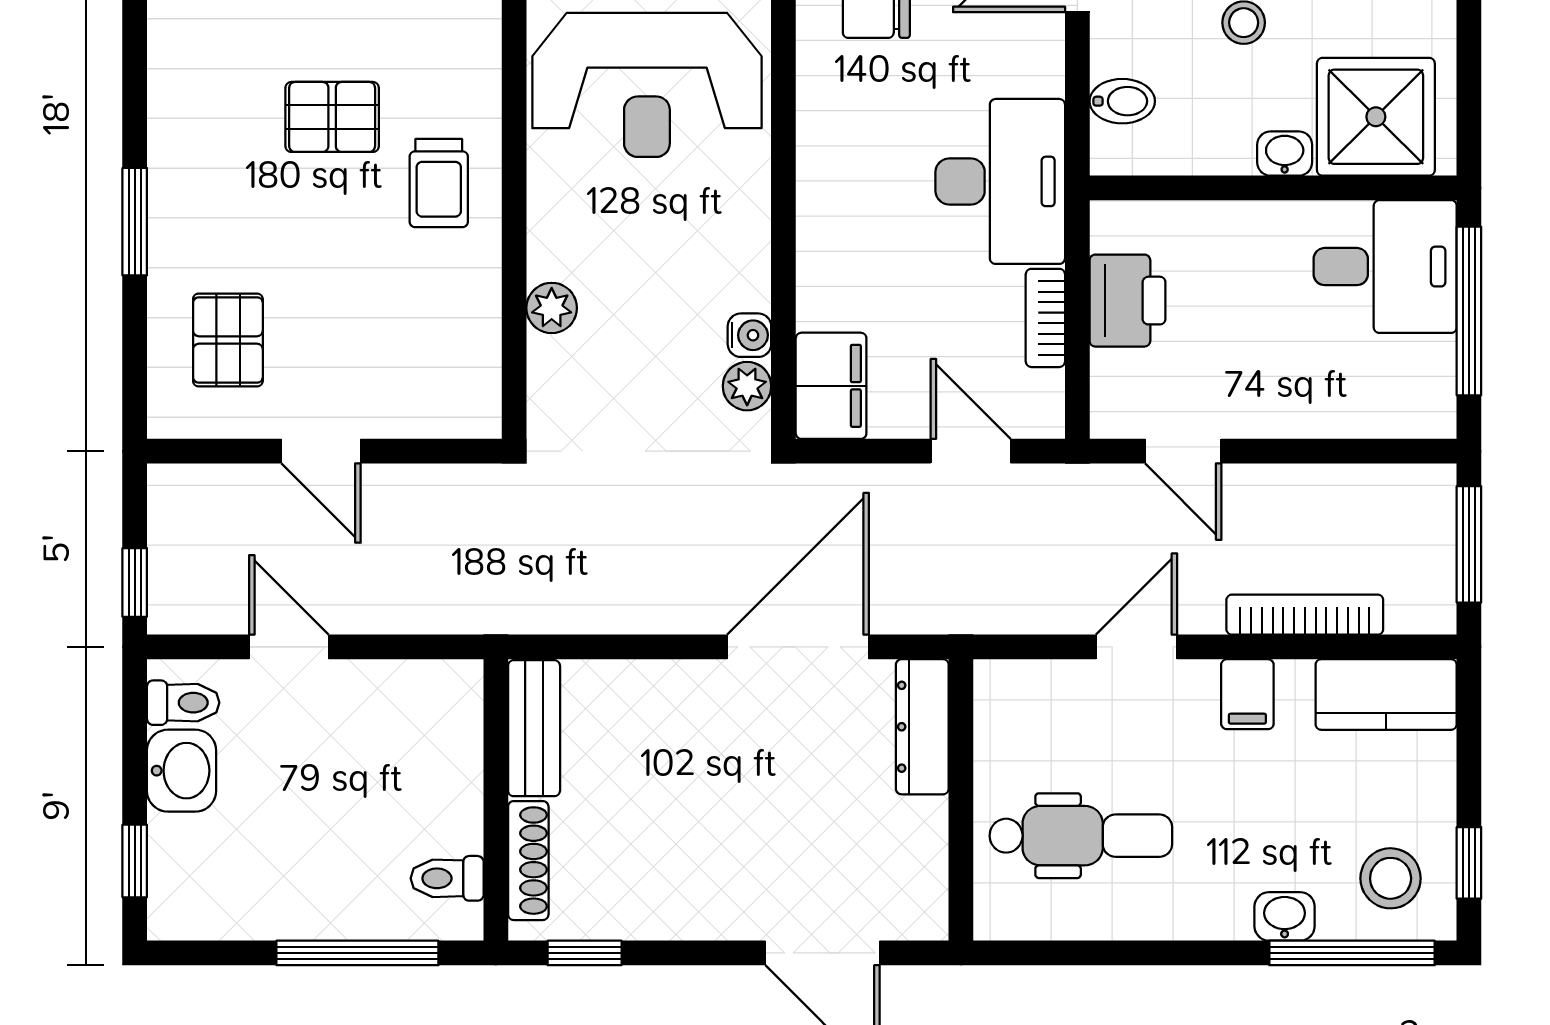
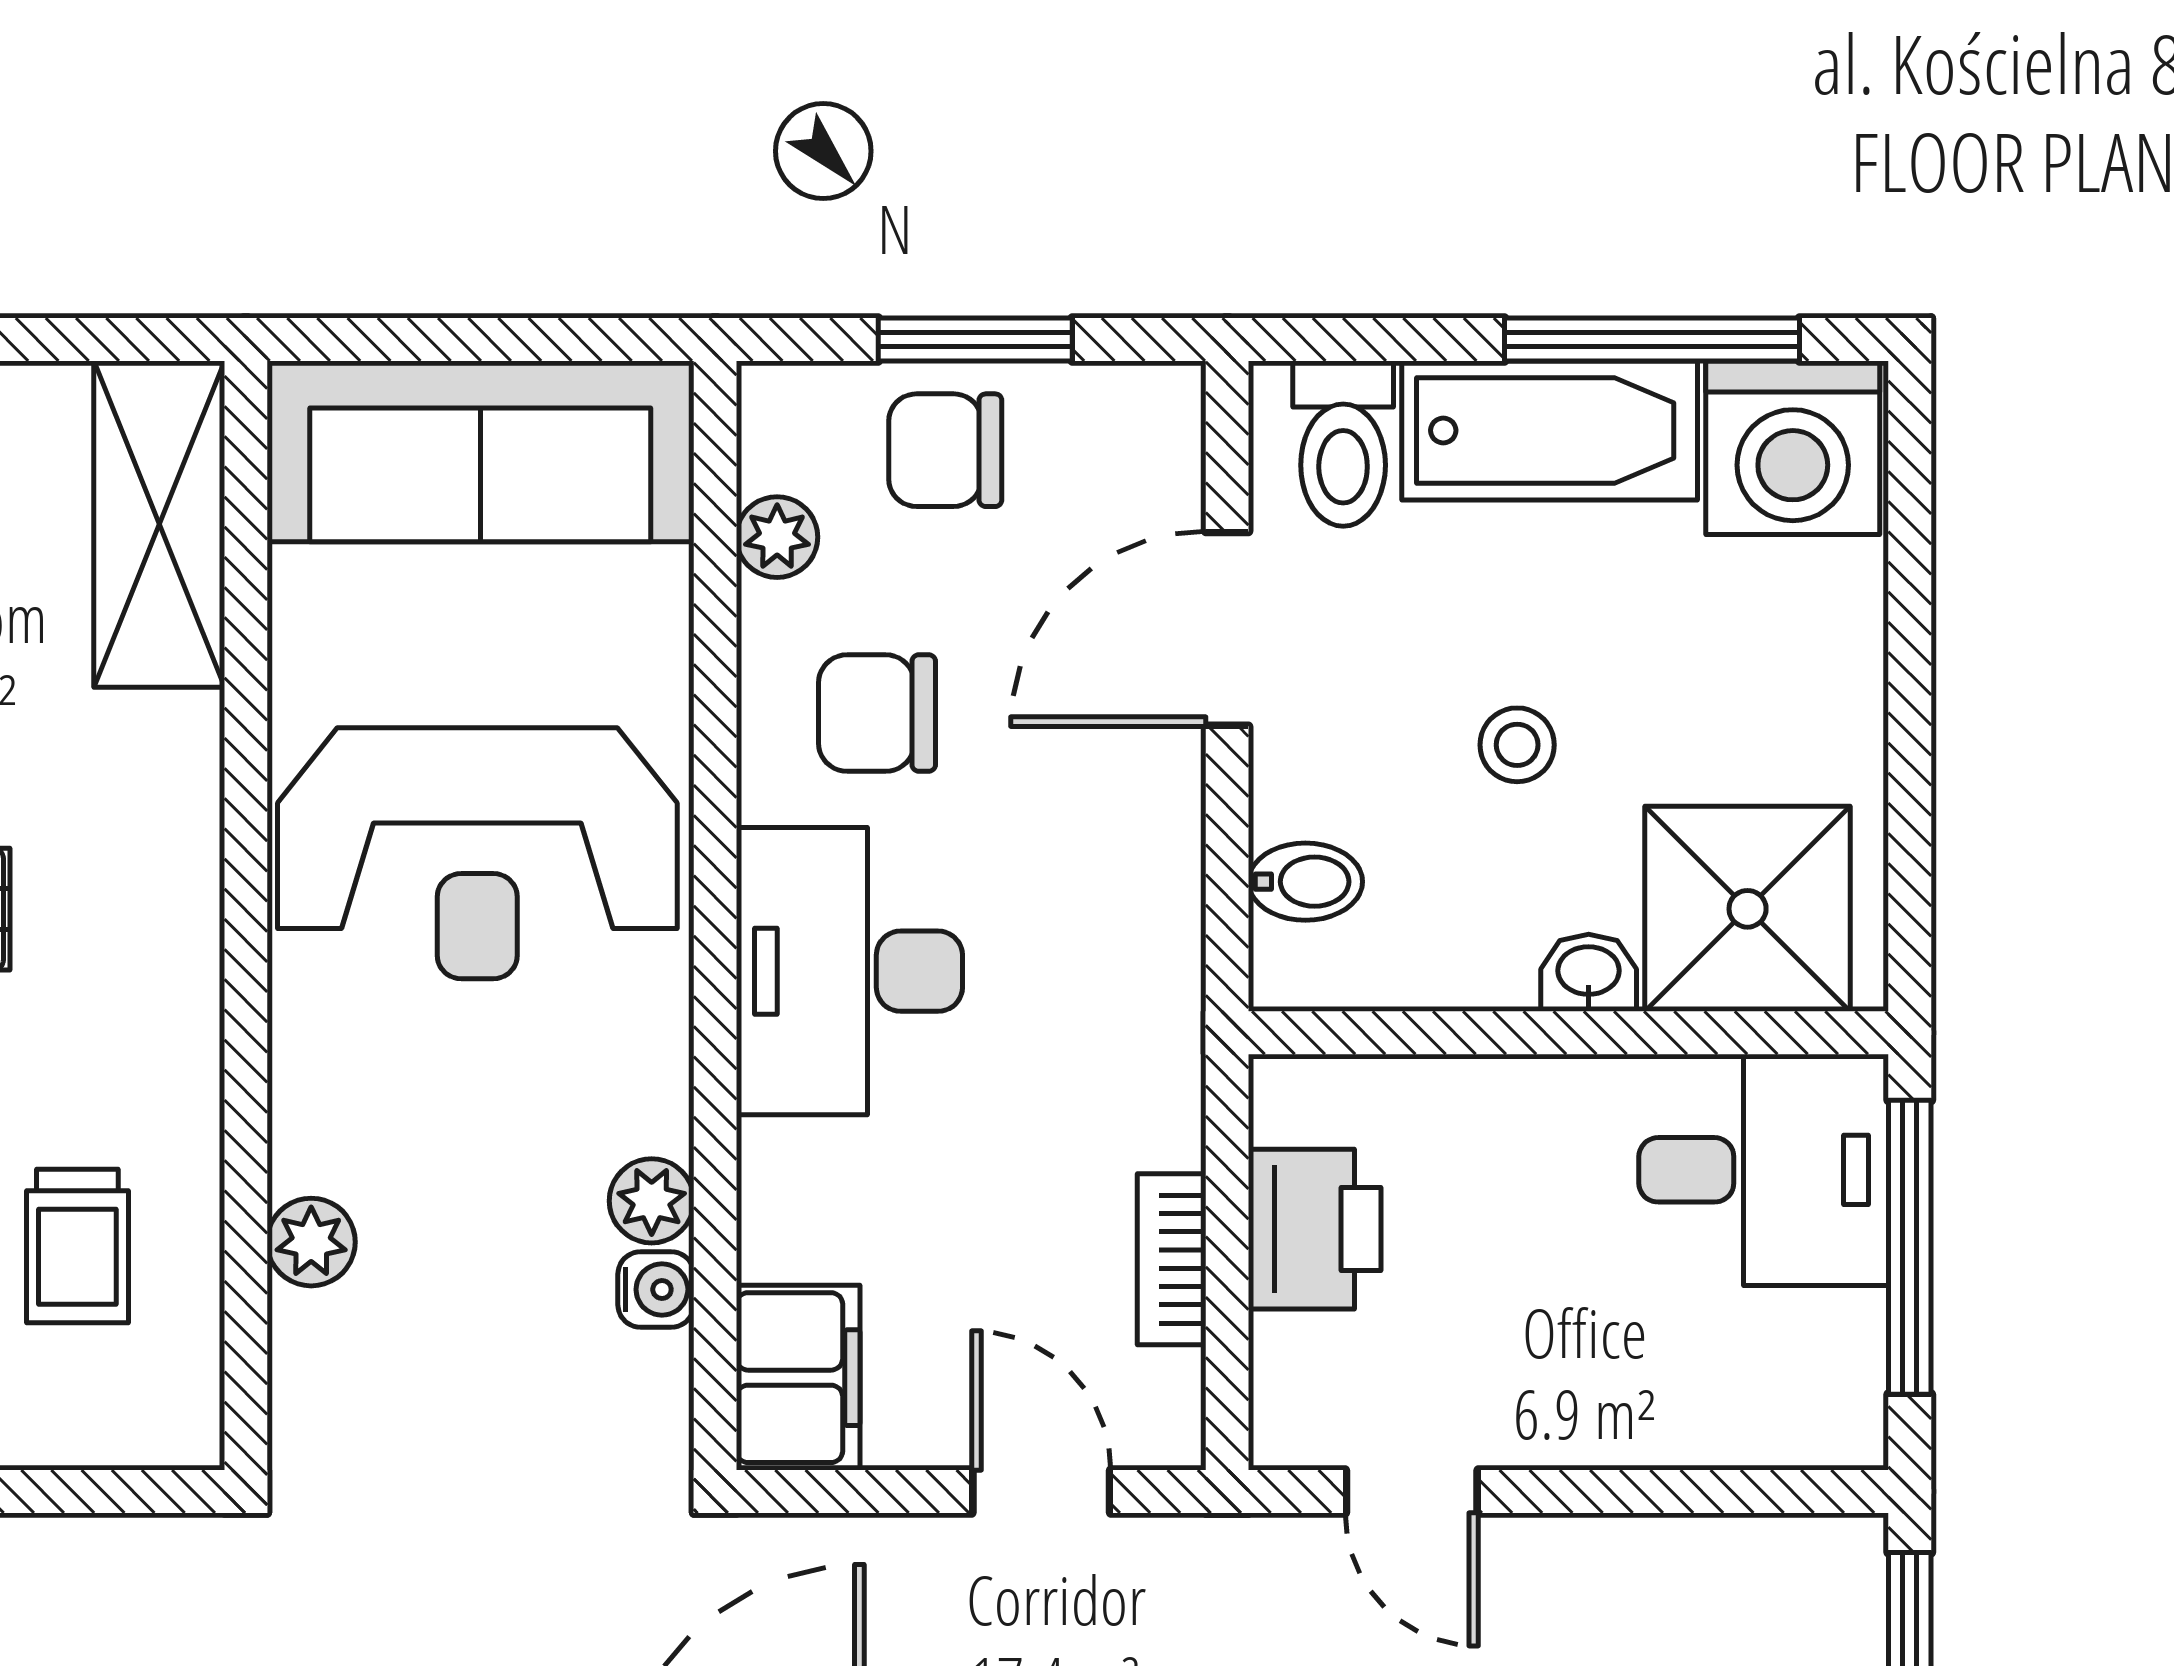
desk: (1000, 181) -> (849, 971), moved, turned 180
trolley: (439, 183) -> (77, 1246), moved
plant: (747, 386) -> (652, 1201), moved

